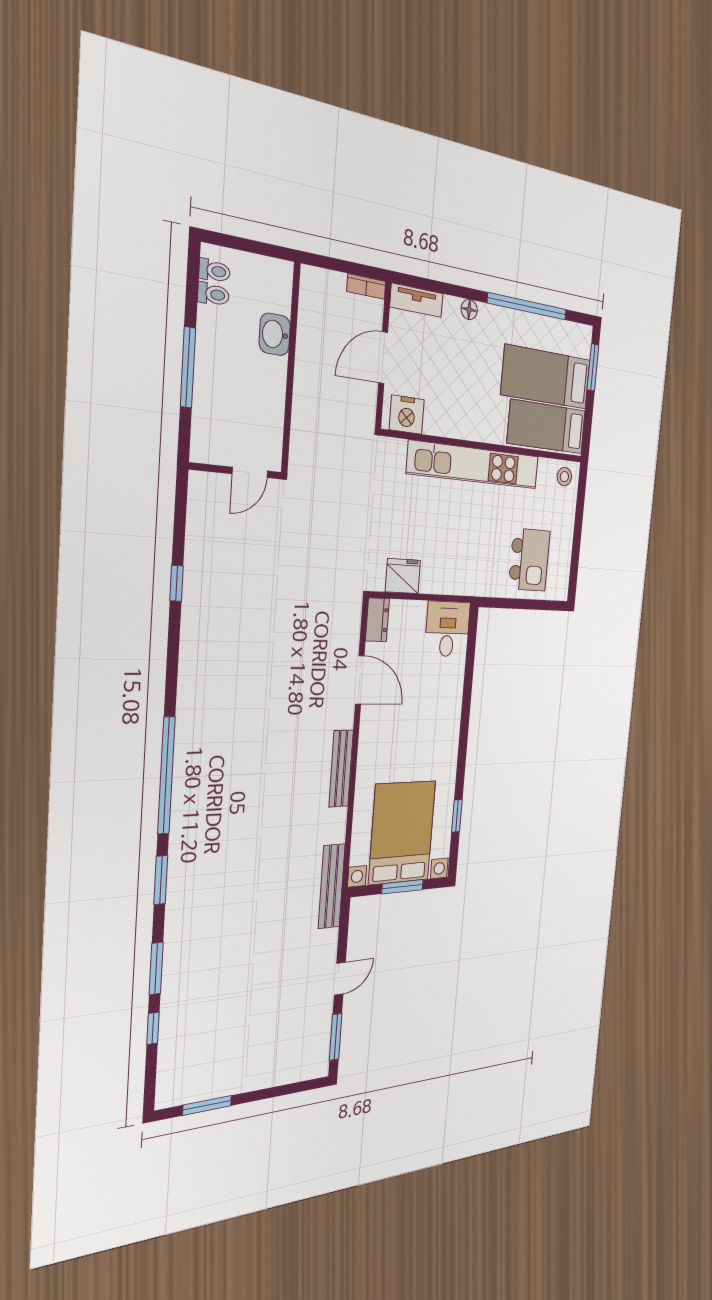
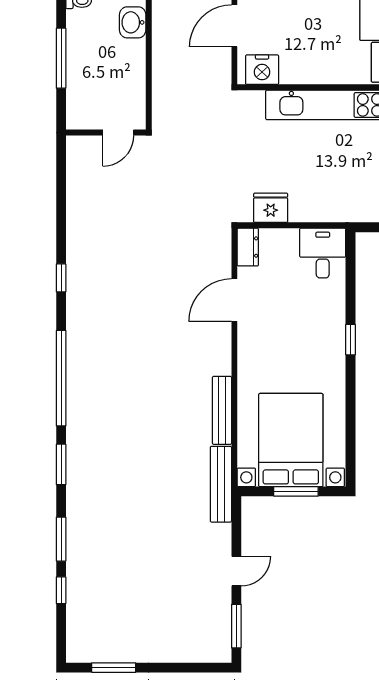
window: (177, 583) -> (61, 278), moved
door: (360, 680) -> (234, 300), swing flipped
bench: (341, 769) -> (222, 410), moved
window: (457, 816) -> (351, 340), moved

